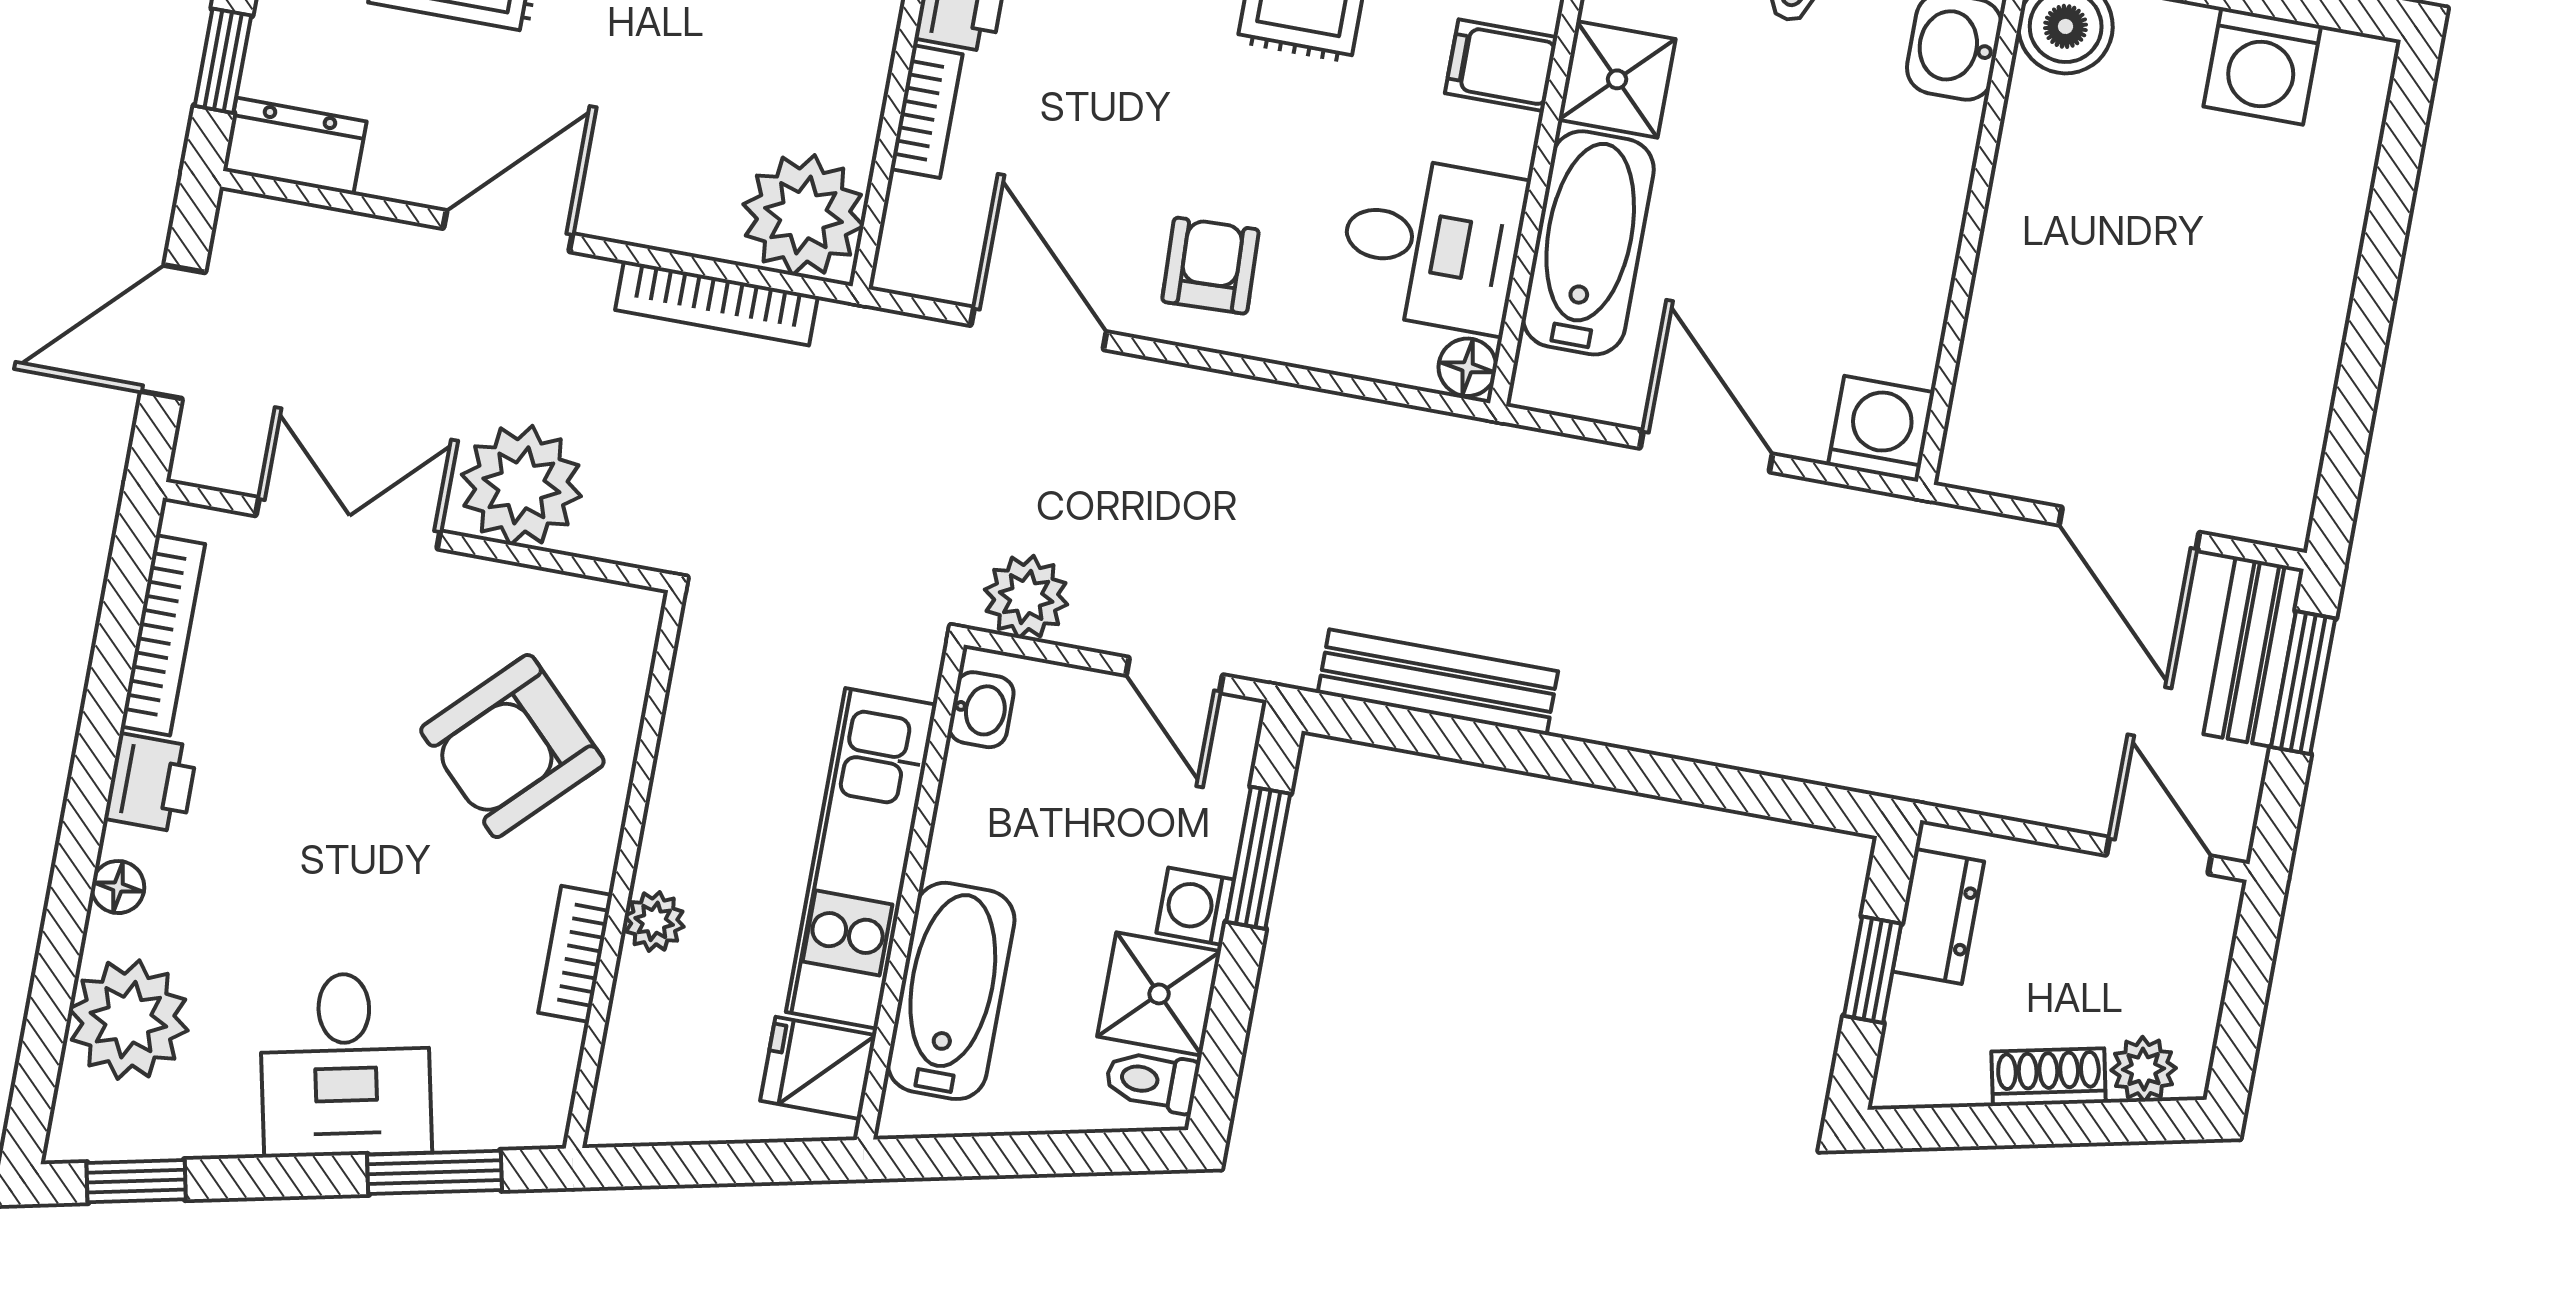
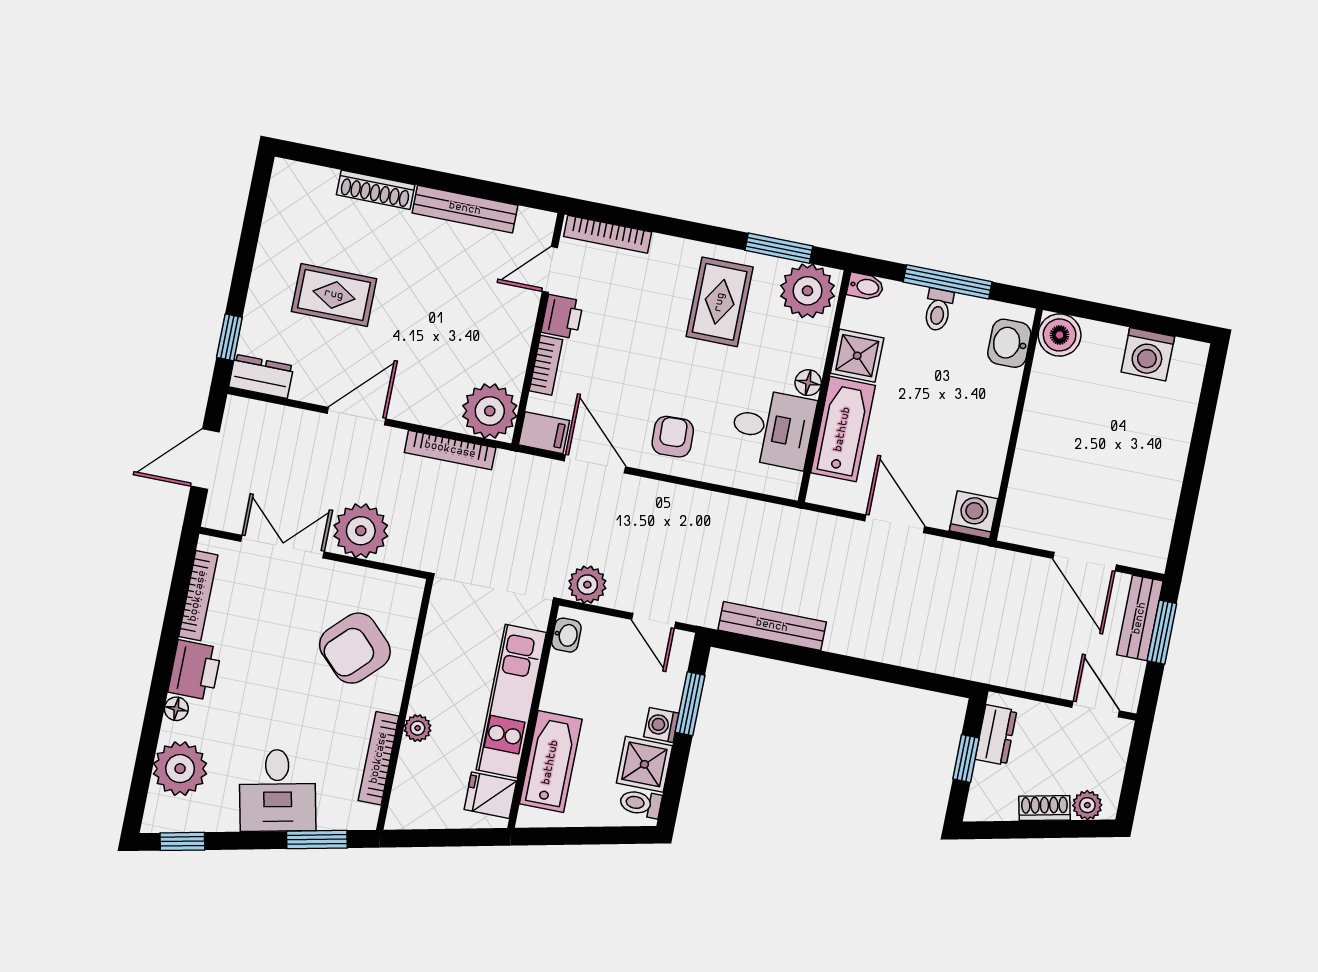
filing cabinet: (1501, 65) -> (544, 433), moved, turned 180
floor lamp: (1468, 367) -> (808, 383), moved
printer: (151, 783) -> (195, 670), width x1.36, depth x1.24
bookcase: (575, 954) -> (379, 758), width x1.56

